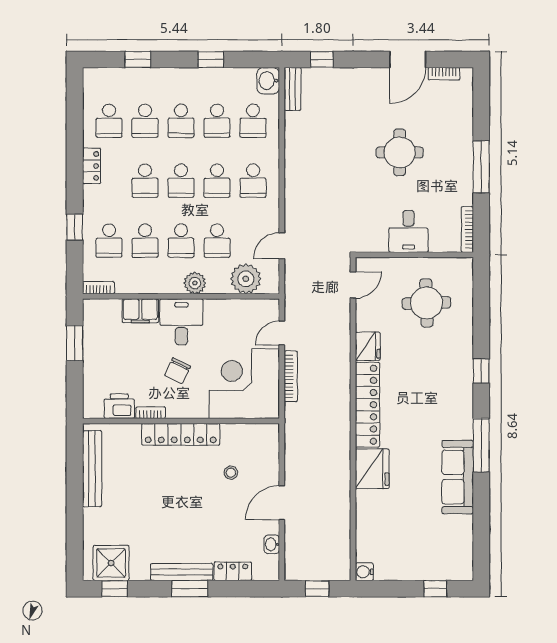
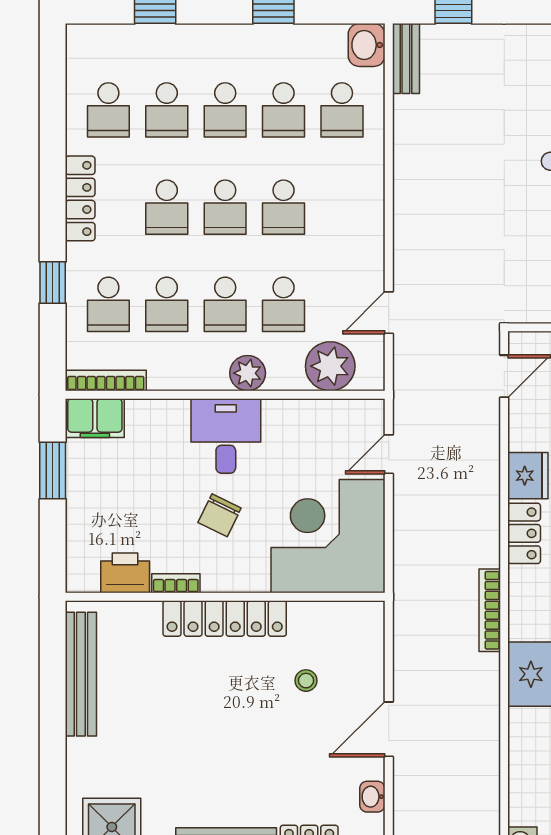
locker: (92, 166) -> (80, 198), width x1.53
school desk: (253, 181) -> (342, 207), removed
bookcase: (98, 288) -> (106, 381), width x1.56
filing cabinet: (140, 311) -> (95, 418), moved
bookcase: (291, 376) -> (490, 610), moved, turned 180
locker: (367, 405) -> (524, 533), width x0.46, depth x0.83

